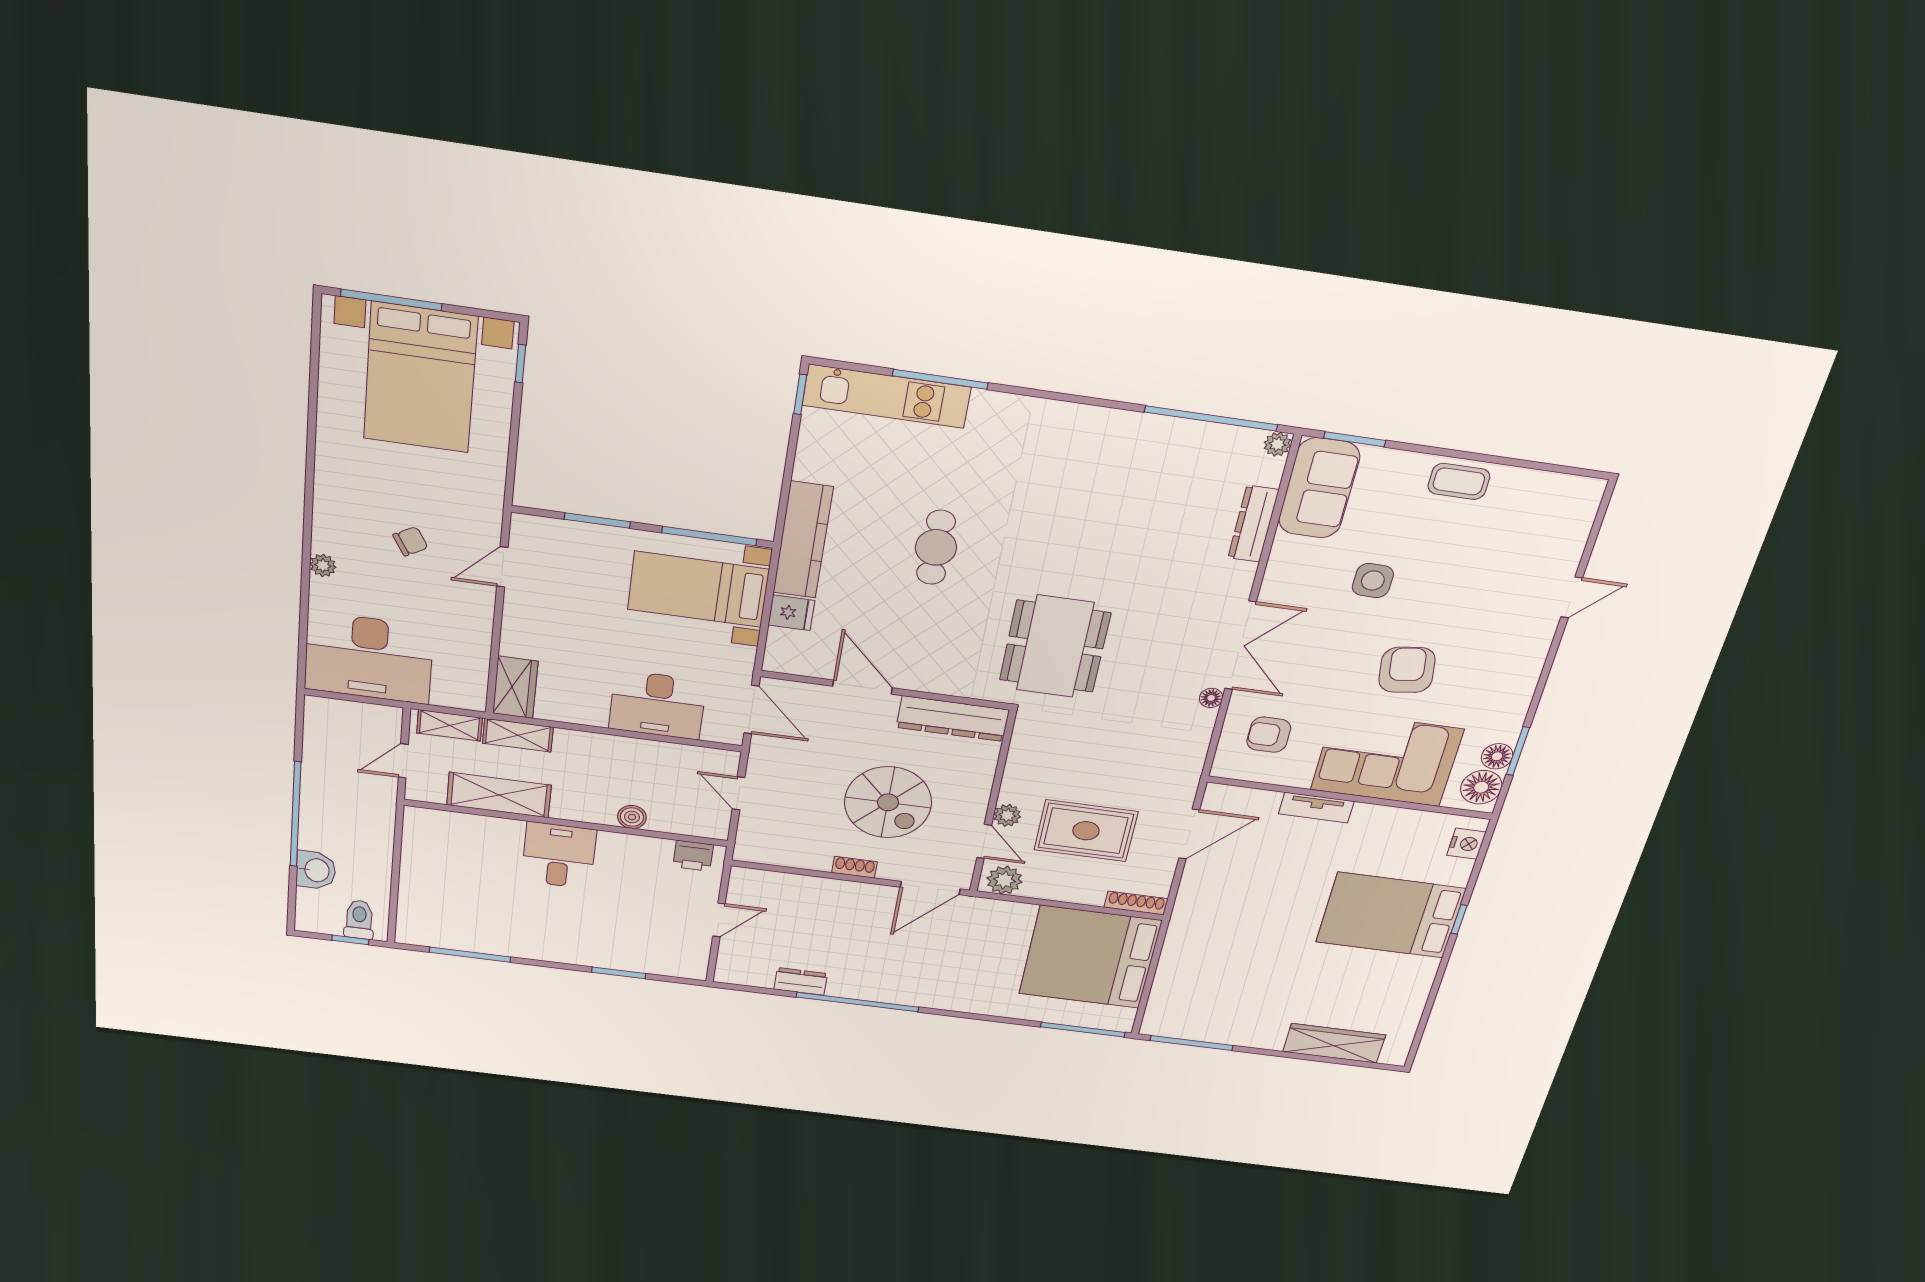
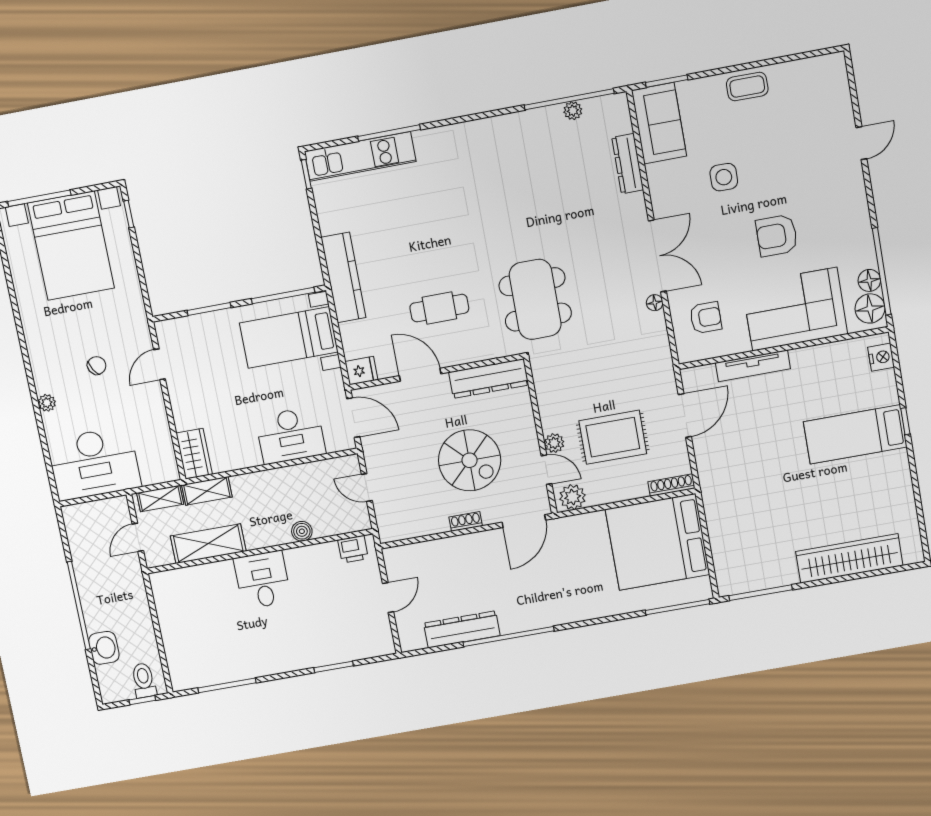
plant: (1277, 444) -> (573, 111), moved
cafe table: (936, 547) -> (439, 308), moved, turned 90
fridge: (791, 613) -> (361, 371), moved
armchair: (1407, 670) -> (777, 235), turned -82
armchair: (1269, 735) -> (706, 318), turned 180
window: (1518, 751) -> (882, 271), width x2.11
tv unit: (1316, 808) -> (753, 366), width x1.41
bed: (1391, 915) -> (855, 434), width x0.67
dresser: (801, 981) -> (462, 629), width x1.96, depth x1.24
wardrobe: (1334, 1043) -> (849, 558), width x1.40, depth x1.17

